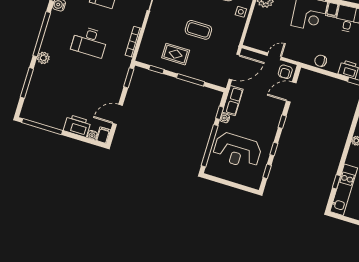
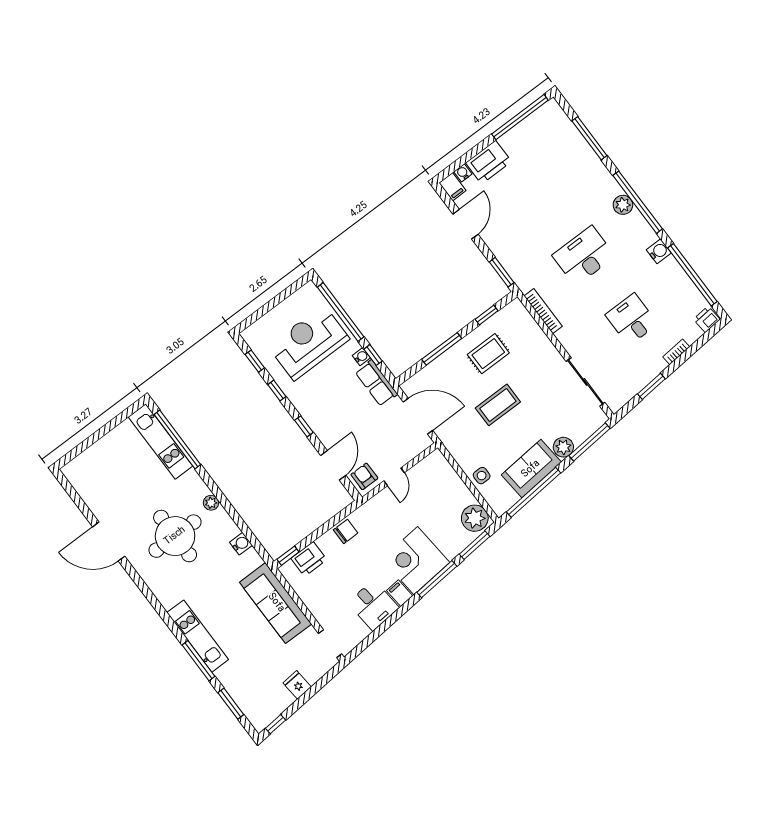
plant: (43, 58) -> (623, 205), moved
door: (234, 67) -> (418, 416), swing flipped
window: (336, 182) -> (177, 440), width x3.17

